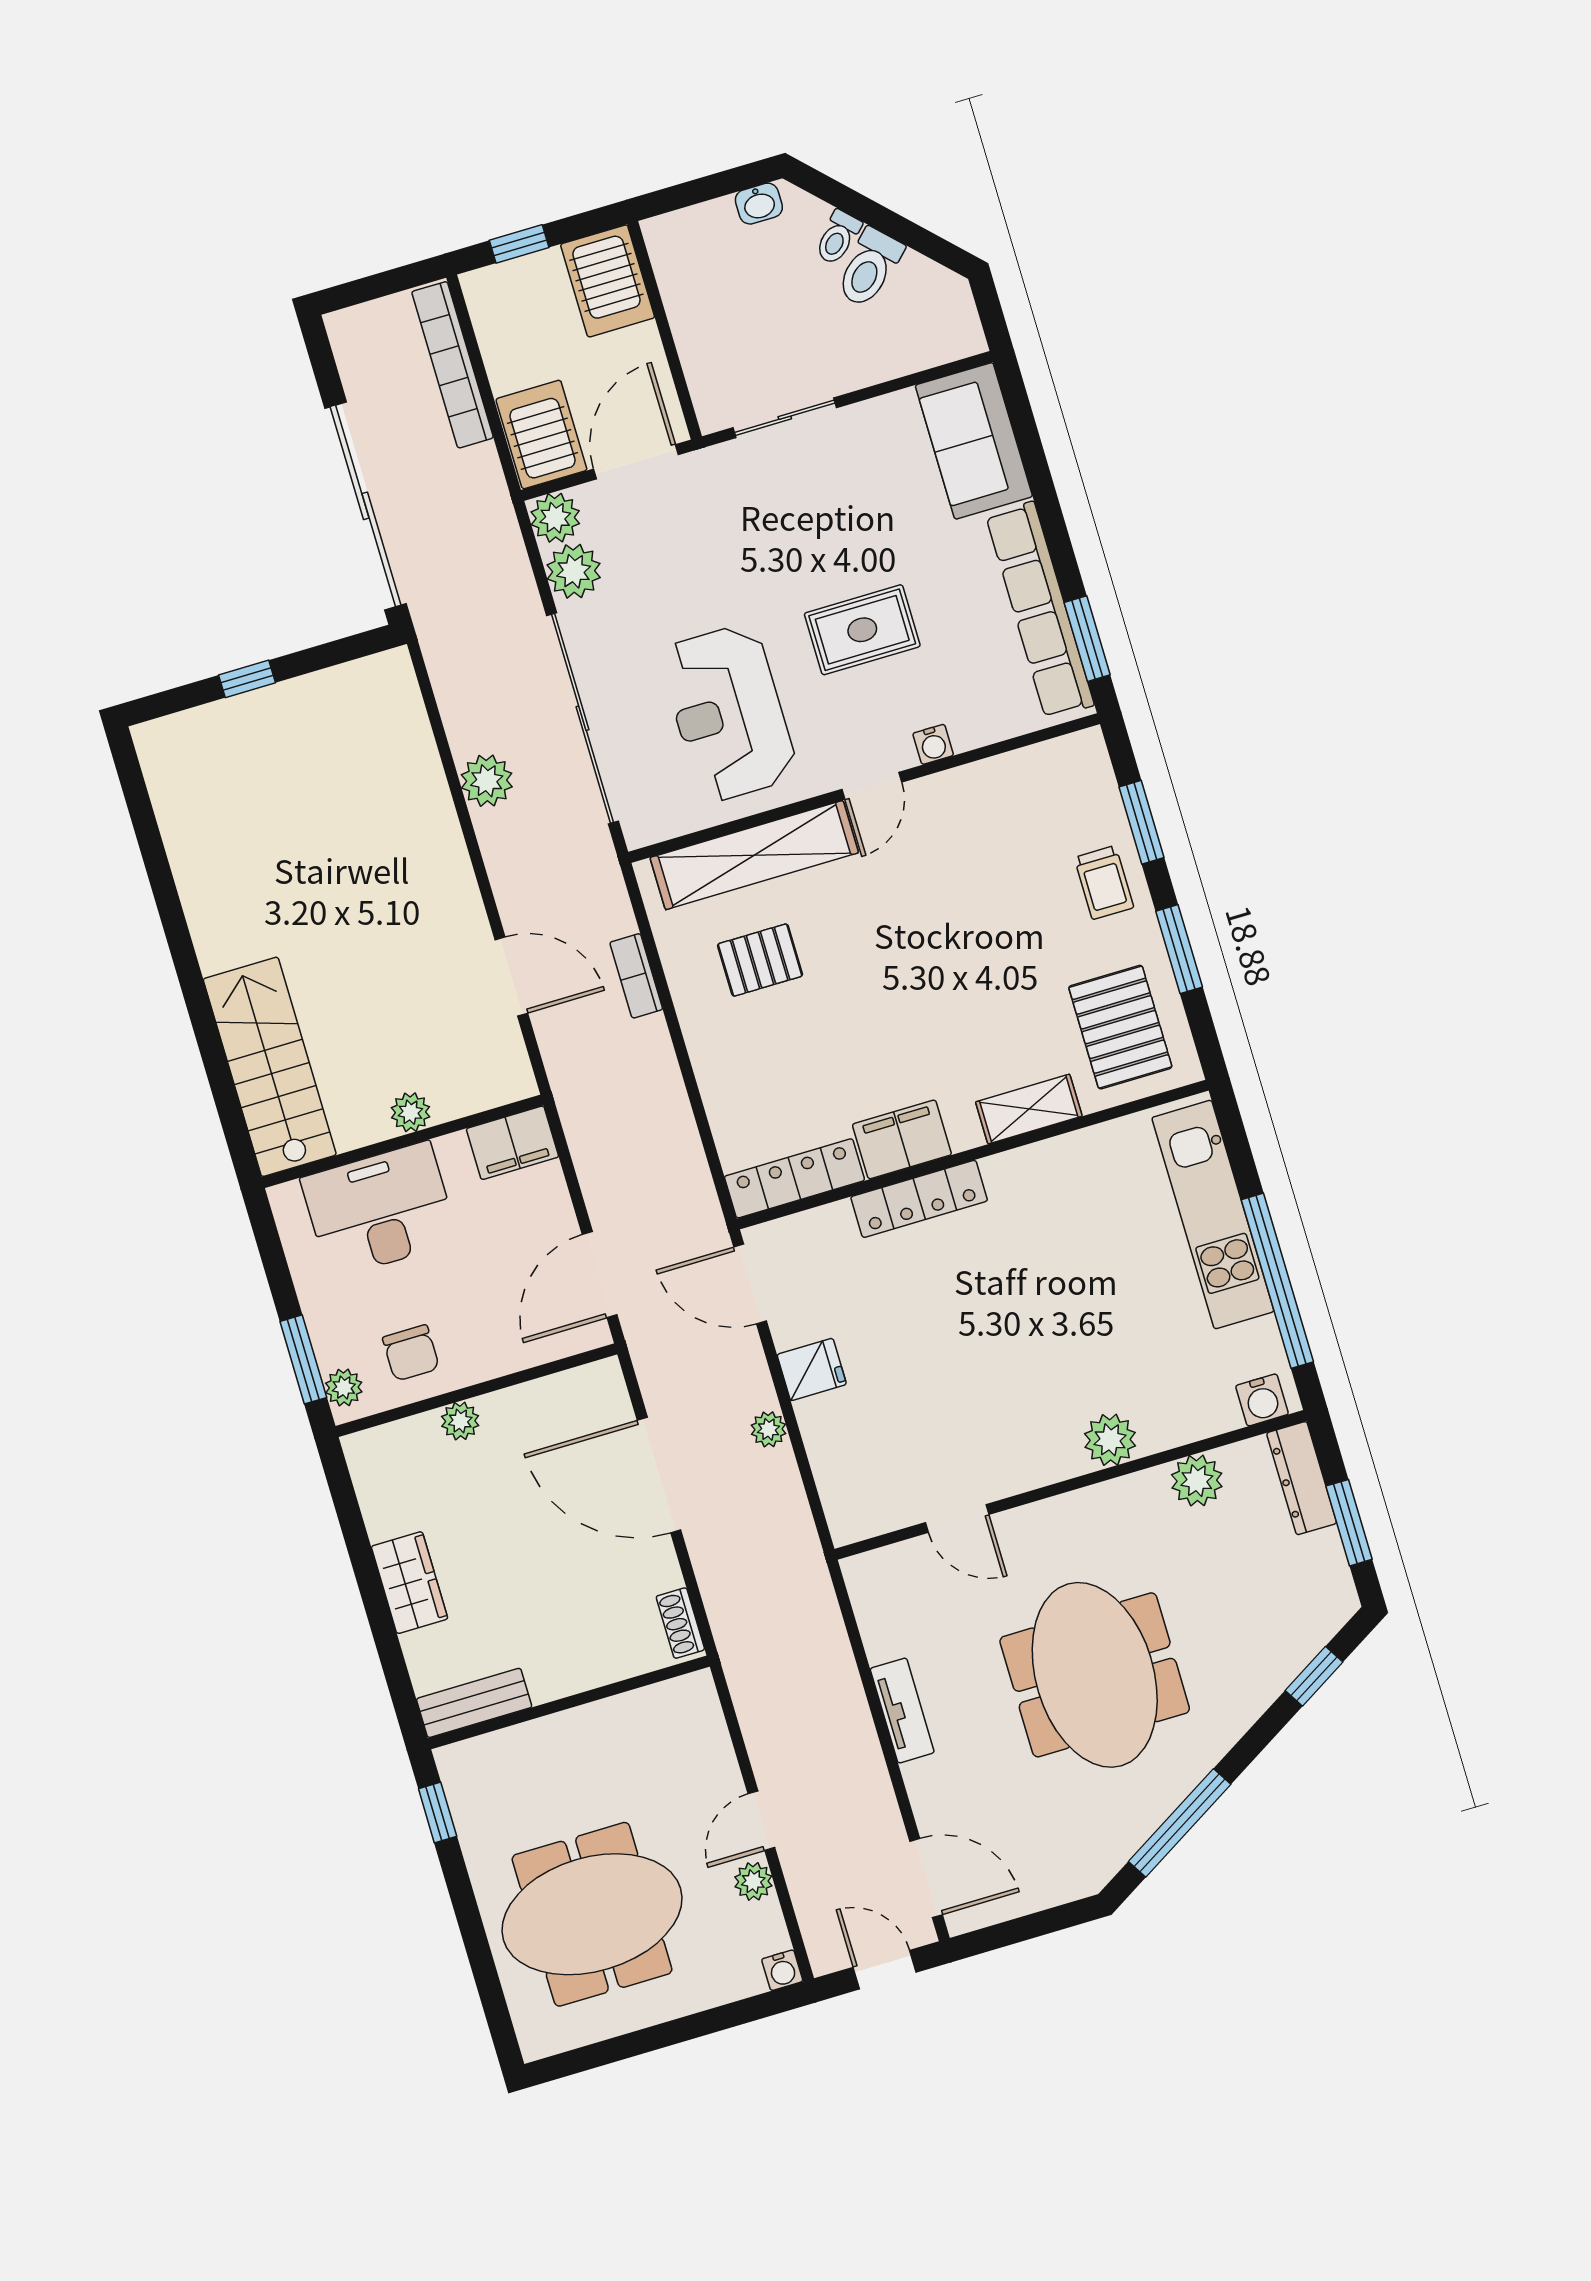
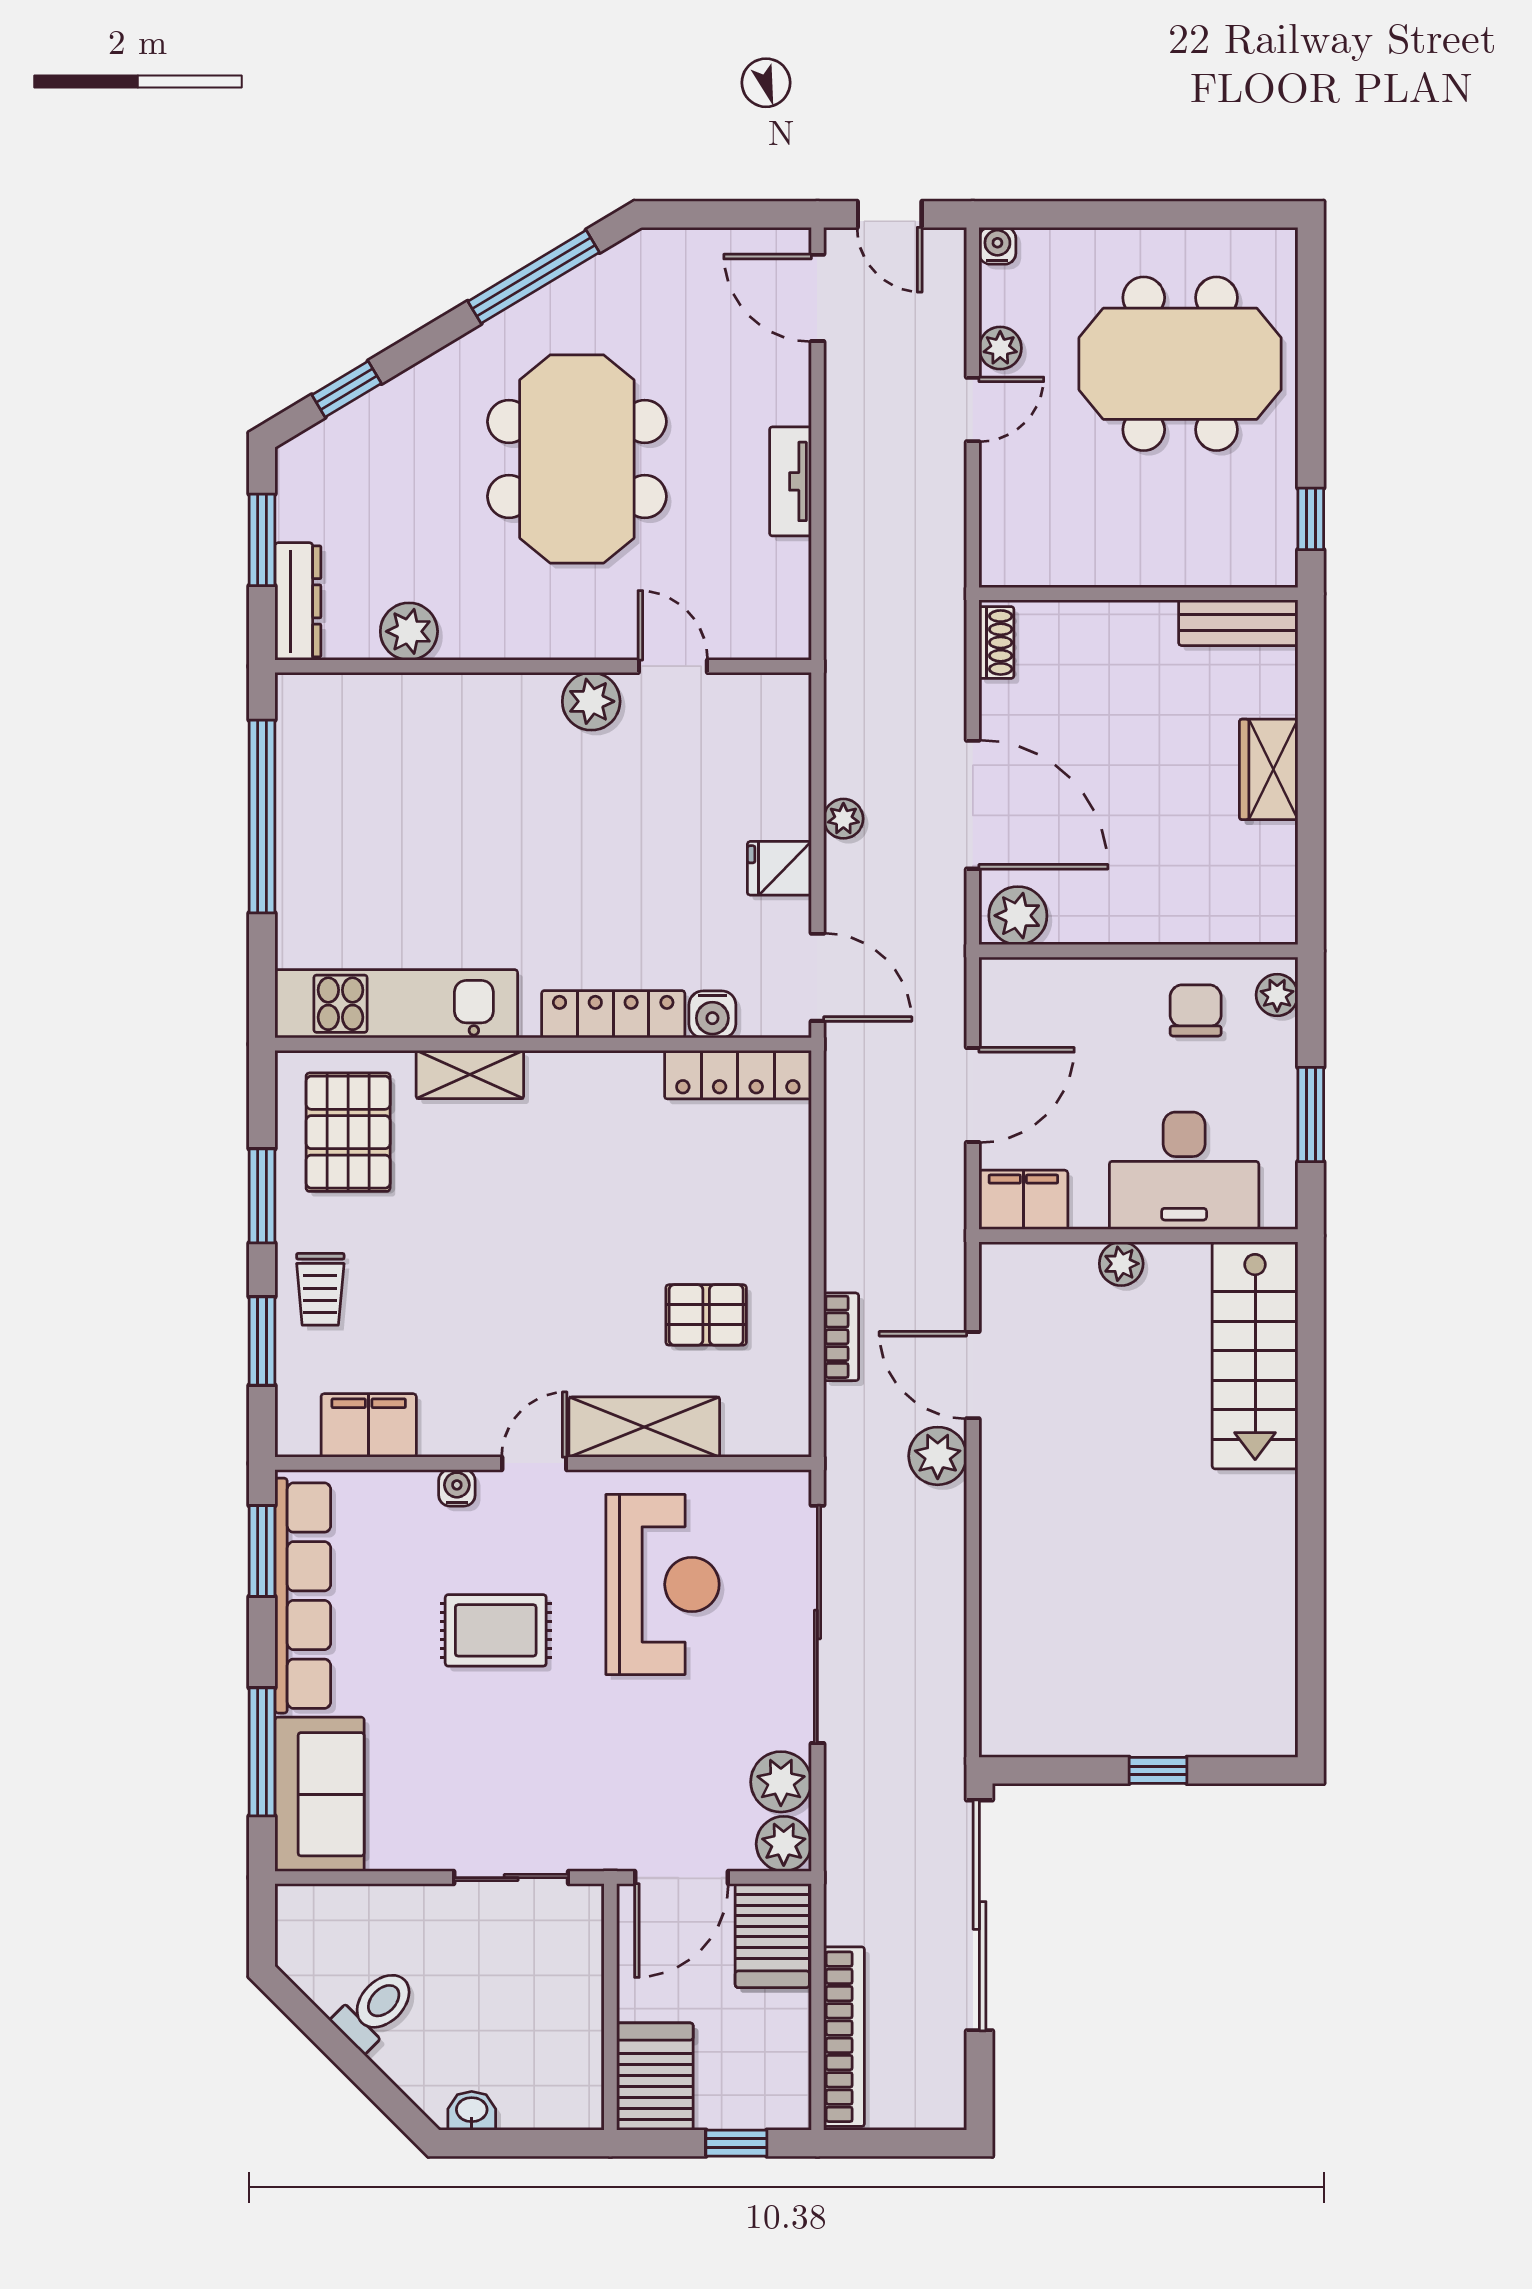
toilet: (838, 237) -> (399, 2051), removed
window: (1035, 463) -> (262, 1752), added
plant: (487, 781) -> (938, 1456), moved
shelving: (754, 855) -> (644, 1427), width x0.68
trolley: (1104, 883) -> (320, 1289), turned 180
filing cabinet: (902, 1139) -> (369, 1425), moved, turned 180
kitchen unit: (1213, 1215) -> (396, 1004), moved, turned -90
door: (600, 1275) -> (973, 1095), moved
window: (303, 1359) -> (1311, 1115), moved
water cooler: (1262, 1400) -> (712, 1014), moved, turned 180
plant: (460, 1421) -> (1018, 916), moved, width x1.38, depth x1.38
plant: (1110, 1440) -> (591, 701), moved

